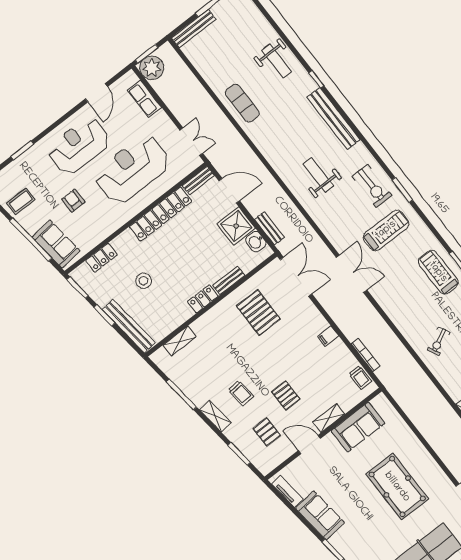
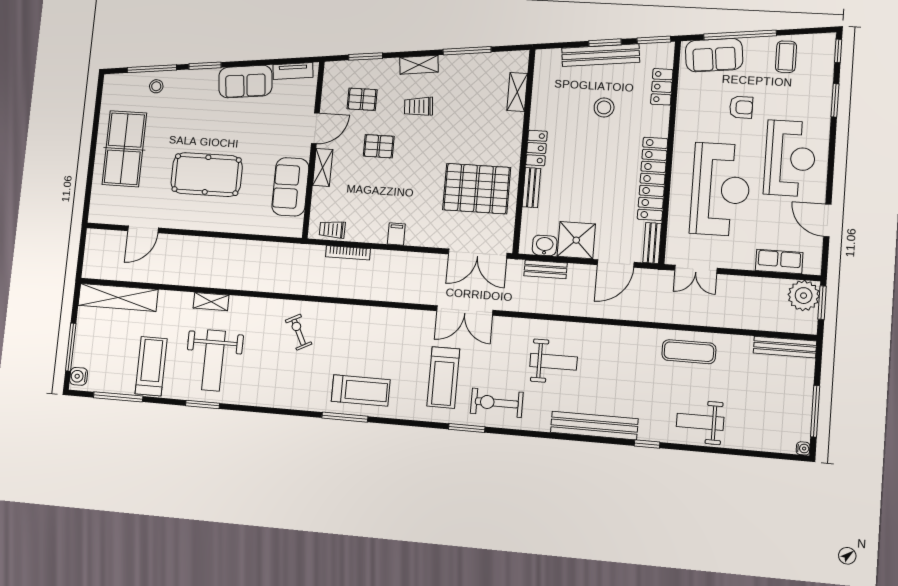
bench: (194, 28) -> (785, 347), moved, turned 90
double door: (352, 274) -> (465, 311), moved
pallet: (258, 313) -> (477, 189), width x1.37, depth x1.41
bench: (129, 326) -> (601, 55), moved

